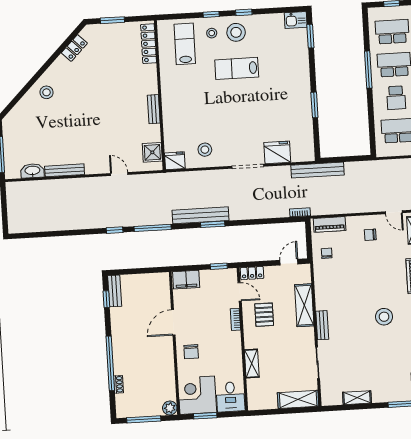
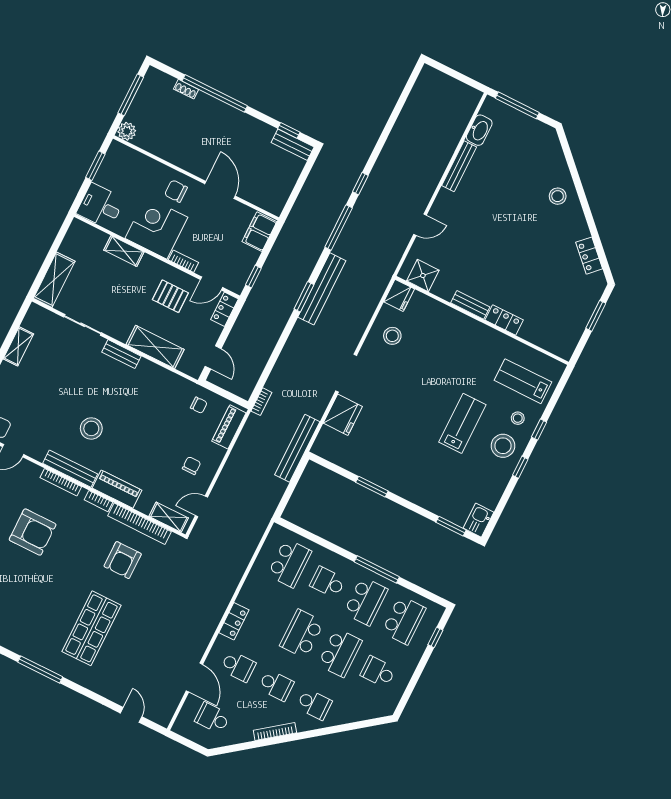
locker: (149, 44) -> (504, 320), moved, width x0.66
lab bench: (185, 44) -> (523, 381), turned 180
corner desk: (197, 395) -> (156, 228), moved, turned -90

